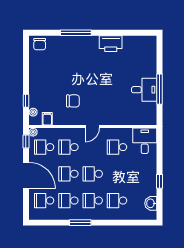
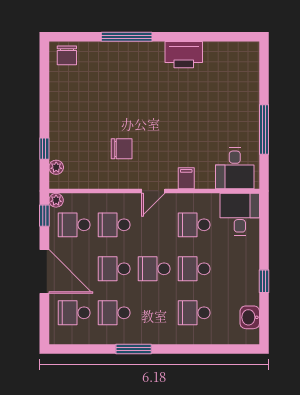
desk: (144, 90) -> (235, 168), moved, turned 90
filing cabinet: (47, 119) -> (186, 178), moved
school desk: (93, 201) -> (194, 269), moved

